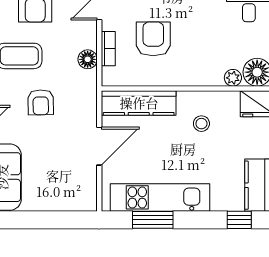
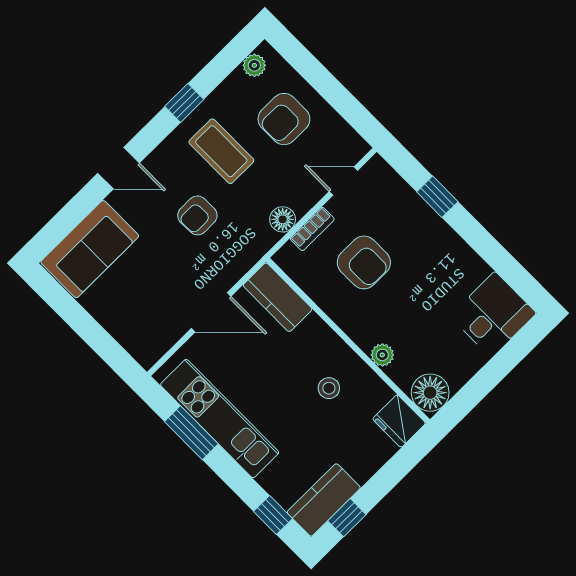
armchair: (153, 39) -> (364, 262), turned 90
plant: (233, 78) -> (382, 355), moved
kitchen counter: (139, 103) -> (278, 297), width x0.67

